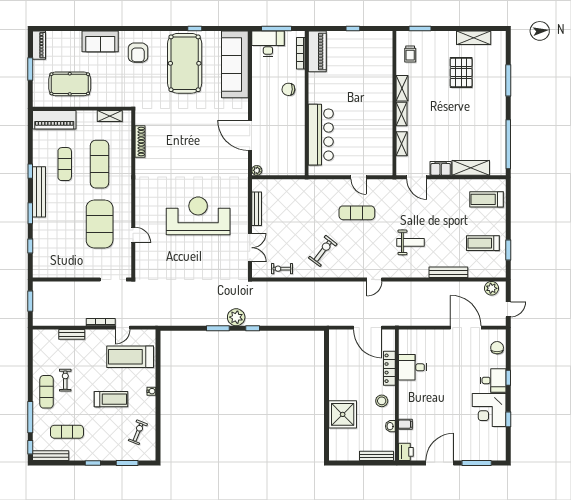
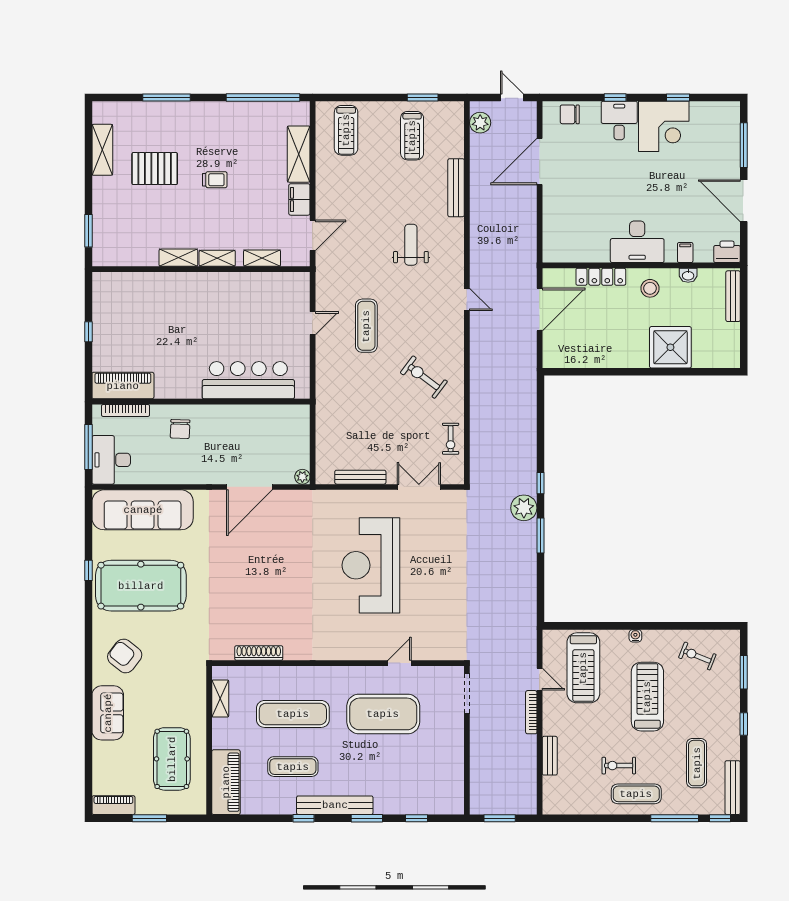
armchair: (138, 53) -> (125, 656), turned -142
trolley: (410, 54) -> (215, 180), moved
desk: (413, 367) -> (637, 242), moved, width x1.37
treadmill: (111, 399) -> (647, 697), width x1.37, depth x1.38

